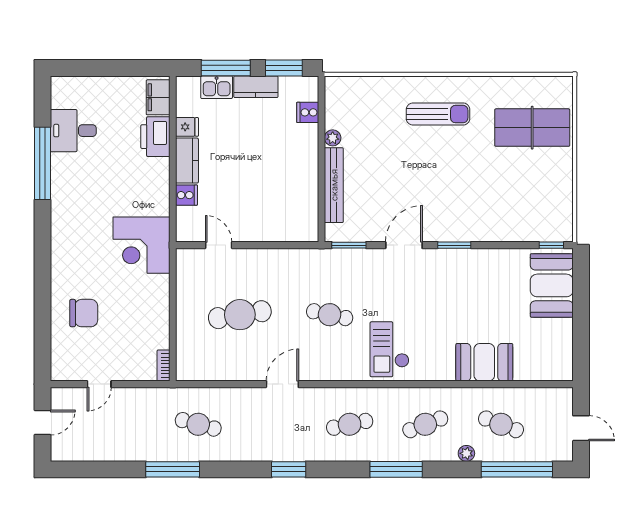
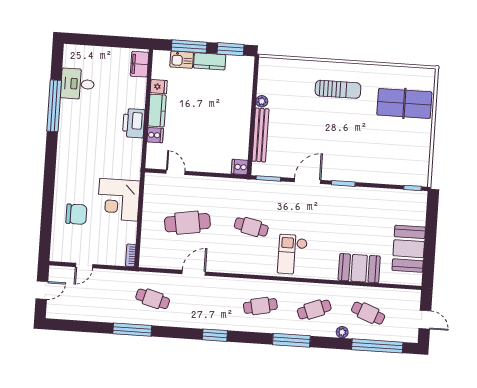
cooker: (308, 112) -> (240, 167), moved
printer: (155, 137) -> (134, 123), moved
corner desk: (141, 245) -> (119, 200), moved
booth: (552, 285) -> (409, 249), moved
door: (282, 384) -> (194, 273), moved

